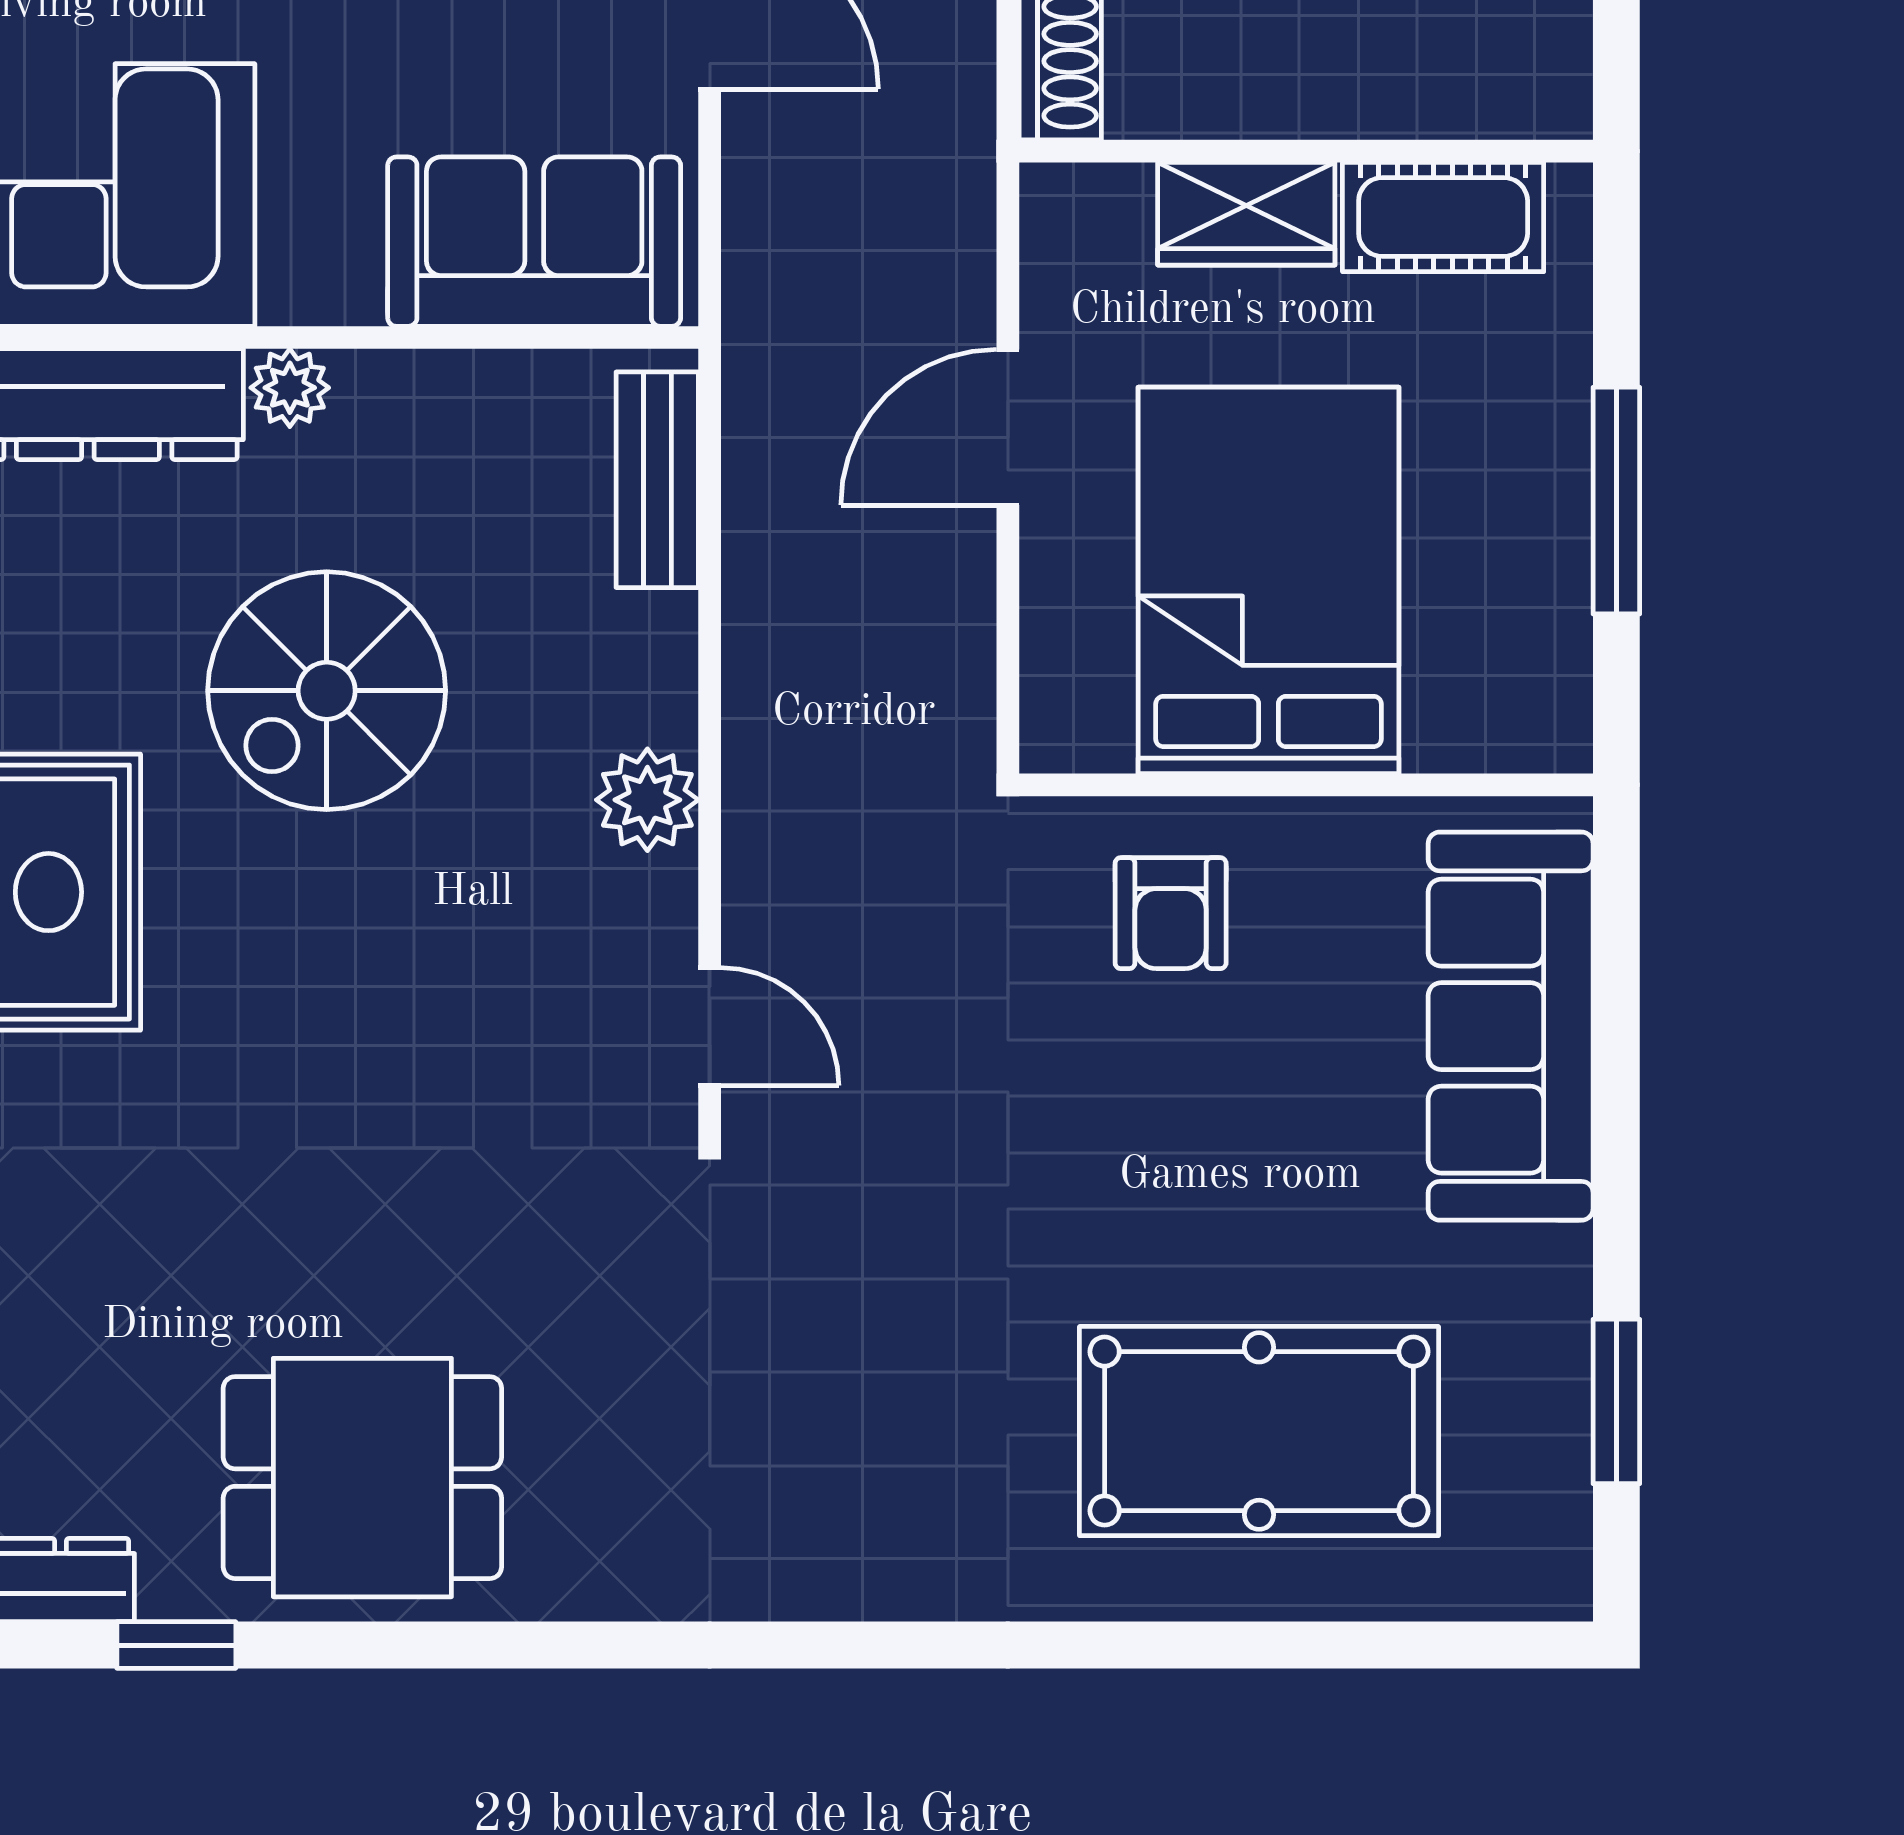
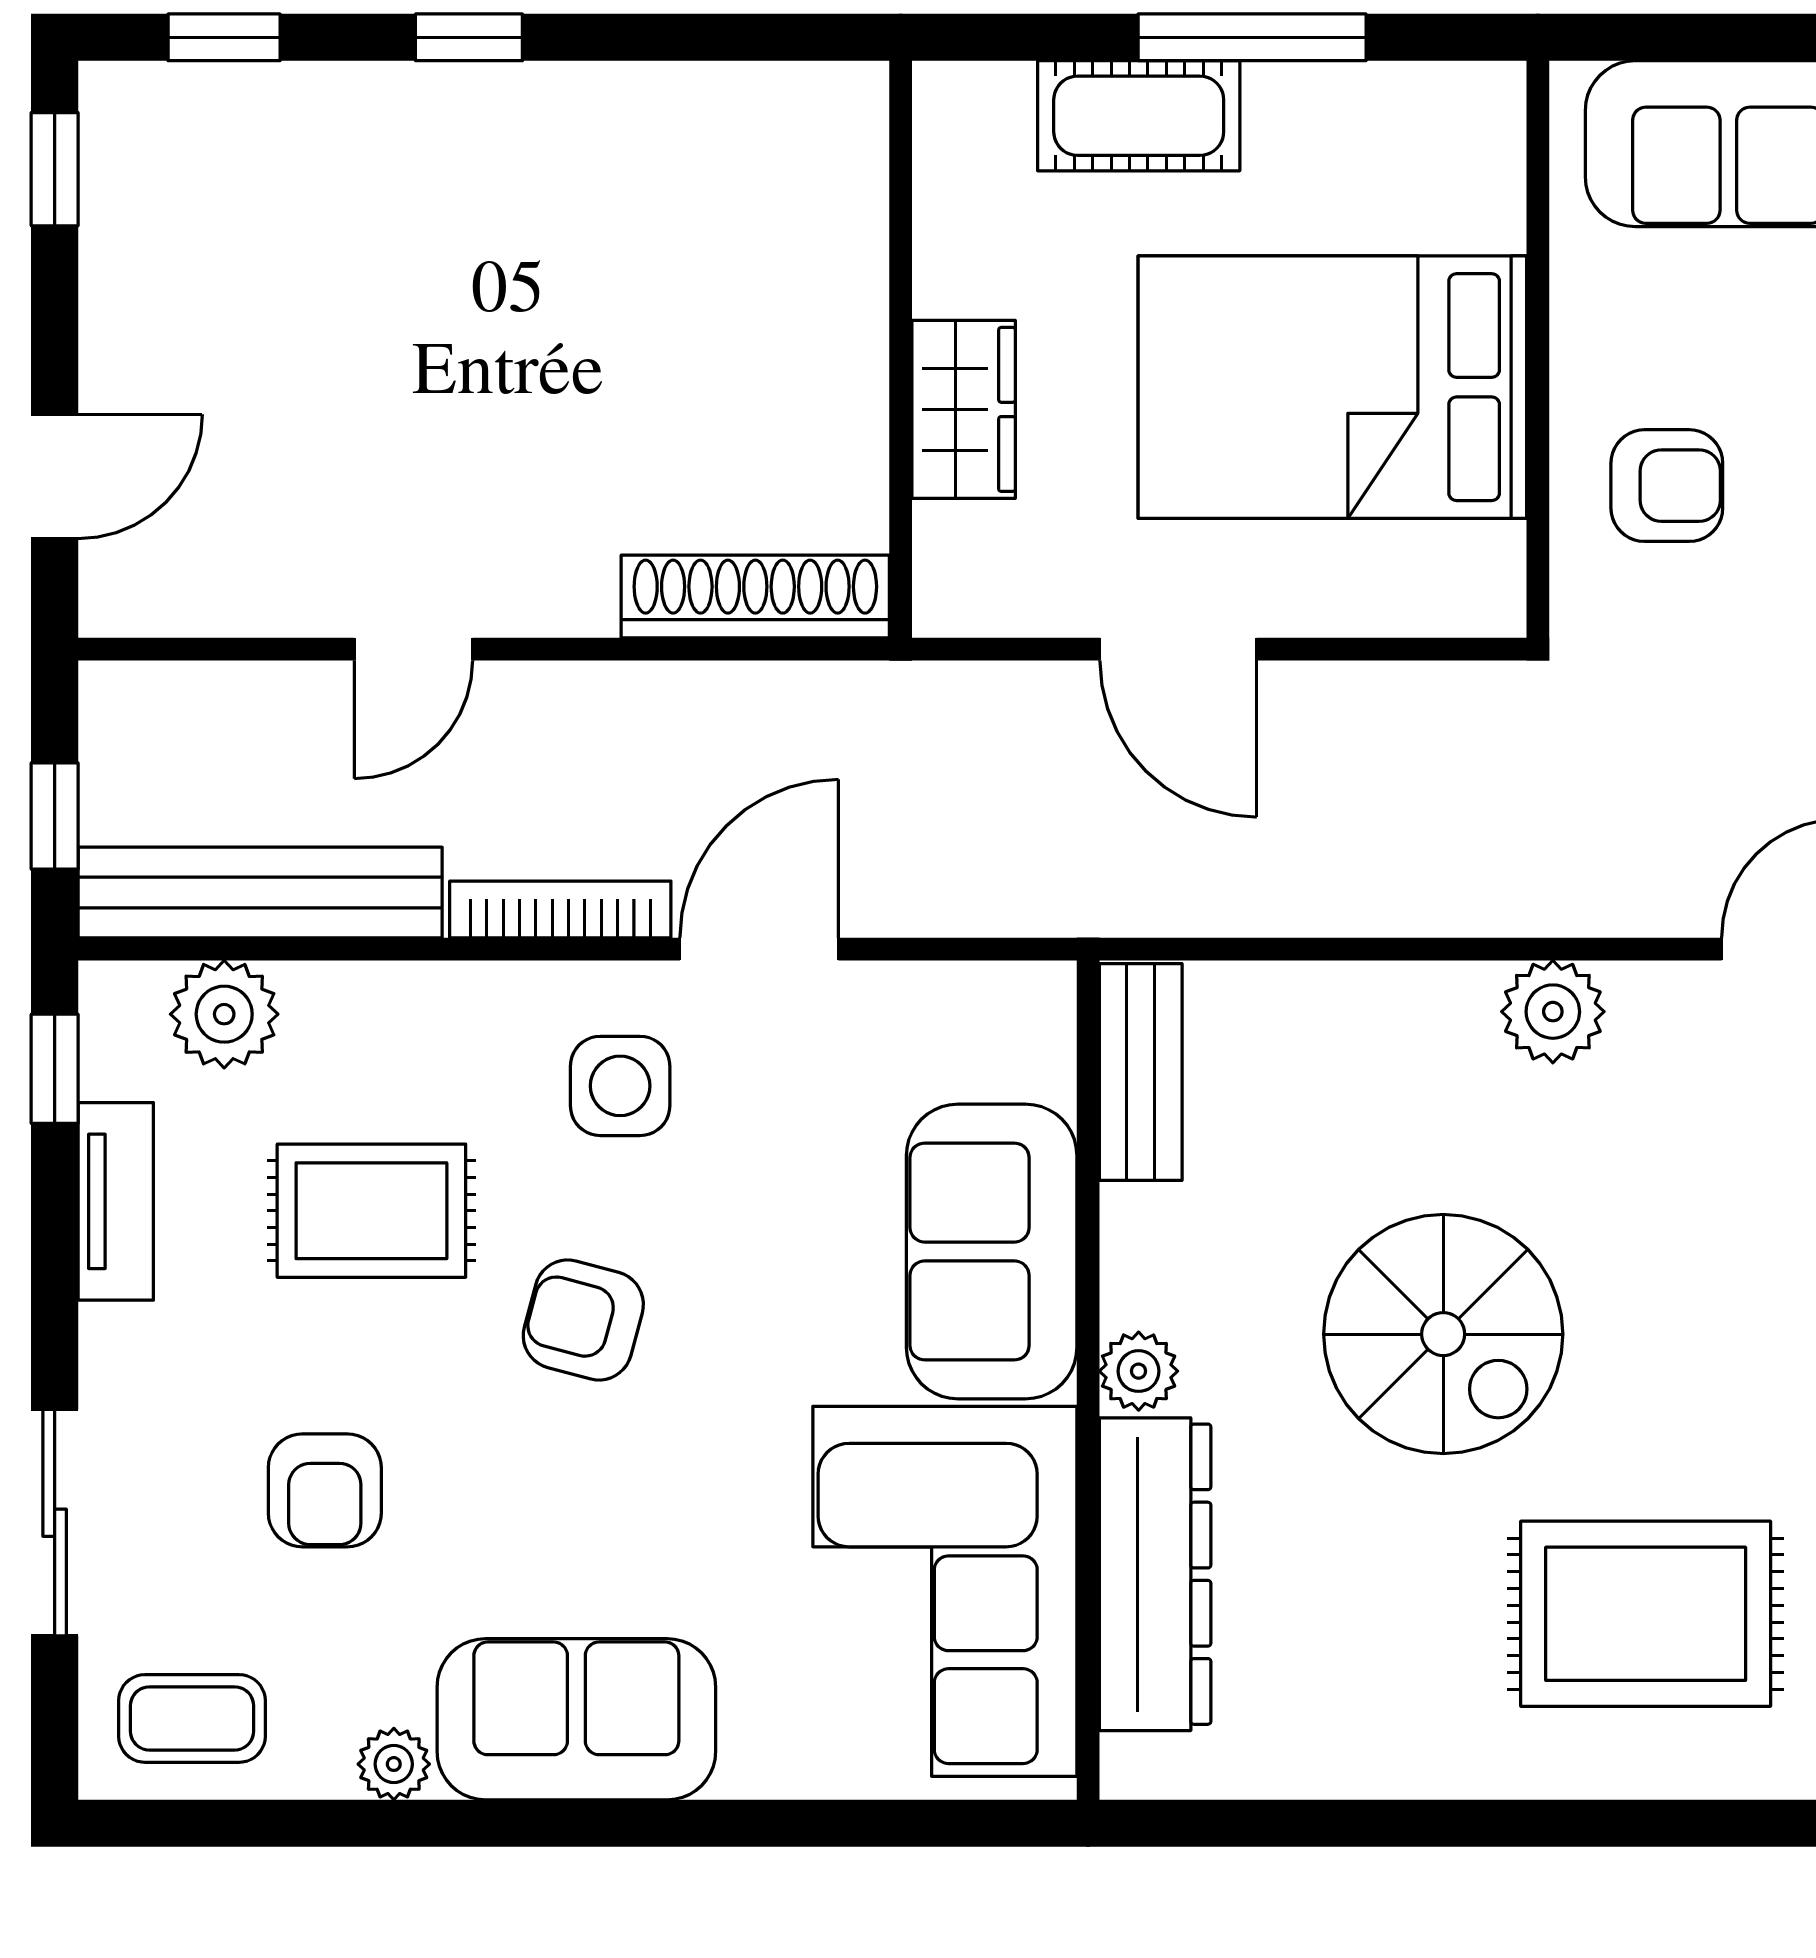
cot: (1443, 217) -> (1139, 116), moved, turned 90
sofa: (534, 242) -> (992, 1251), moved
bench: (657, 480) -> (1141, 1072), moved, turned 90

